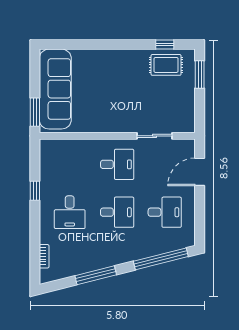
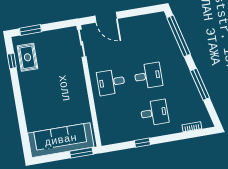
sliding door: (155, 136) -> (82, 43), moved
desk: (117, 164) -> (111, 82), turned -90
desk: (117, 212) -> (148, 76), turned 90
desk: (165, 212) -> (142, 39), removed

